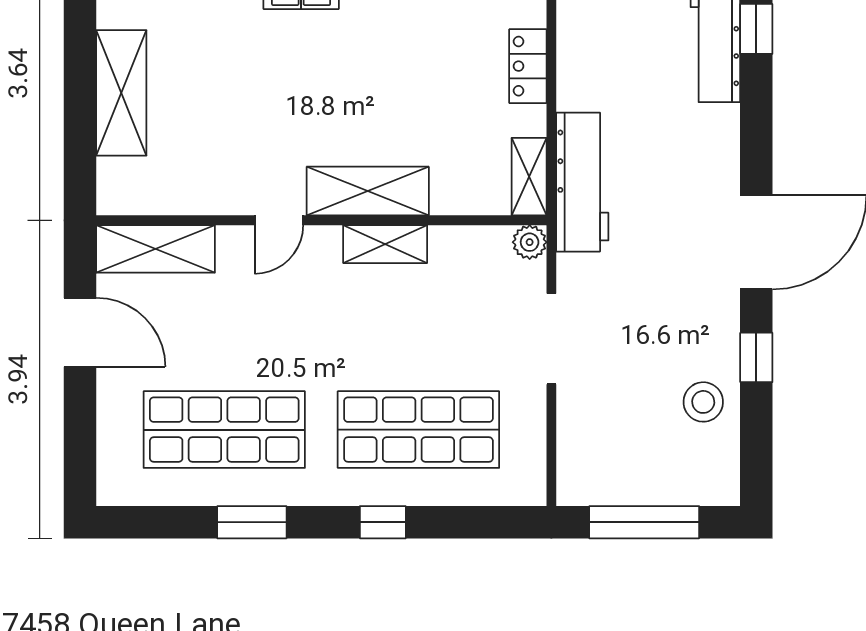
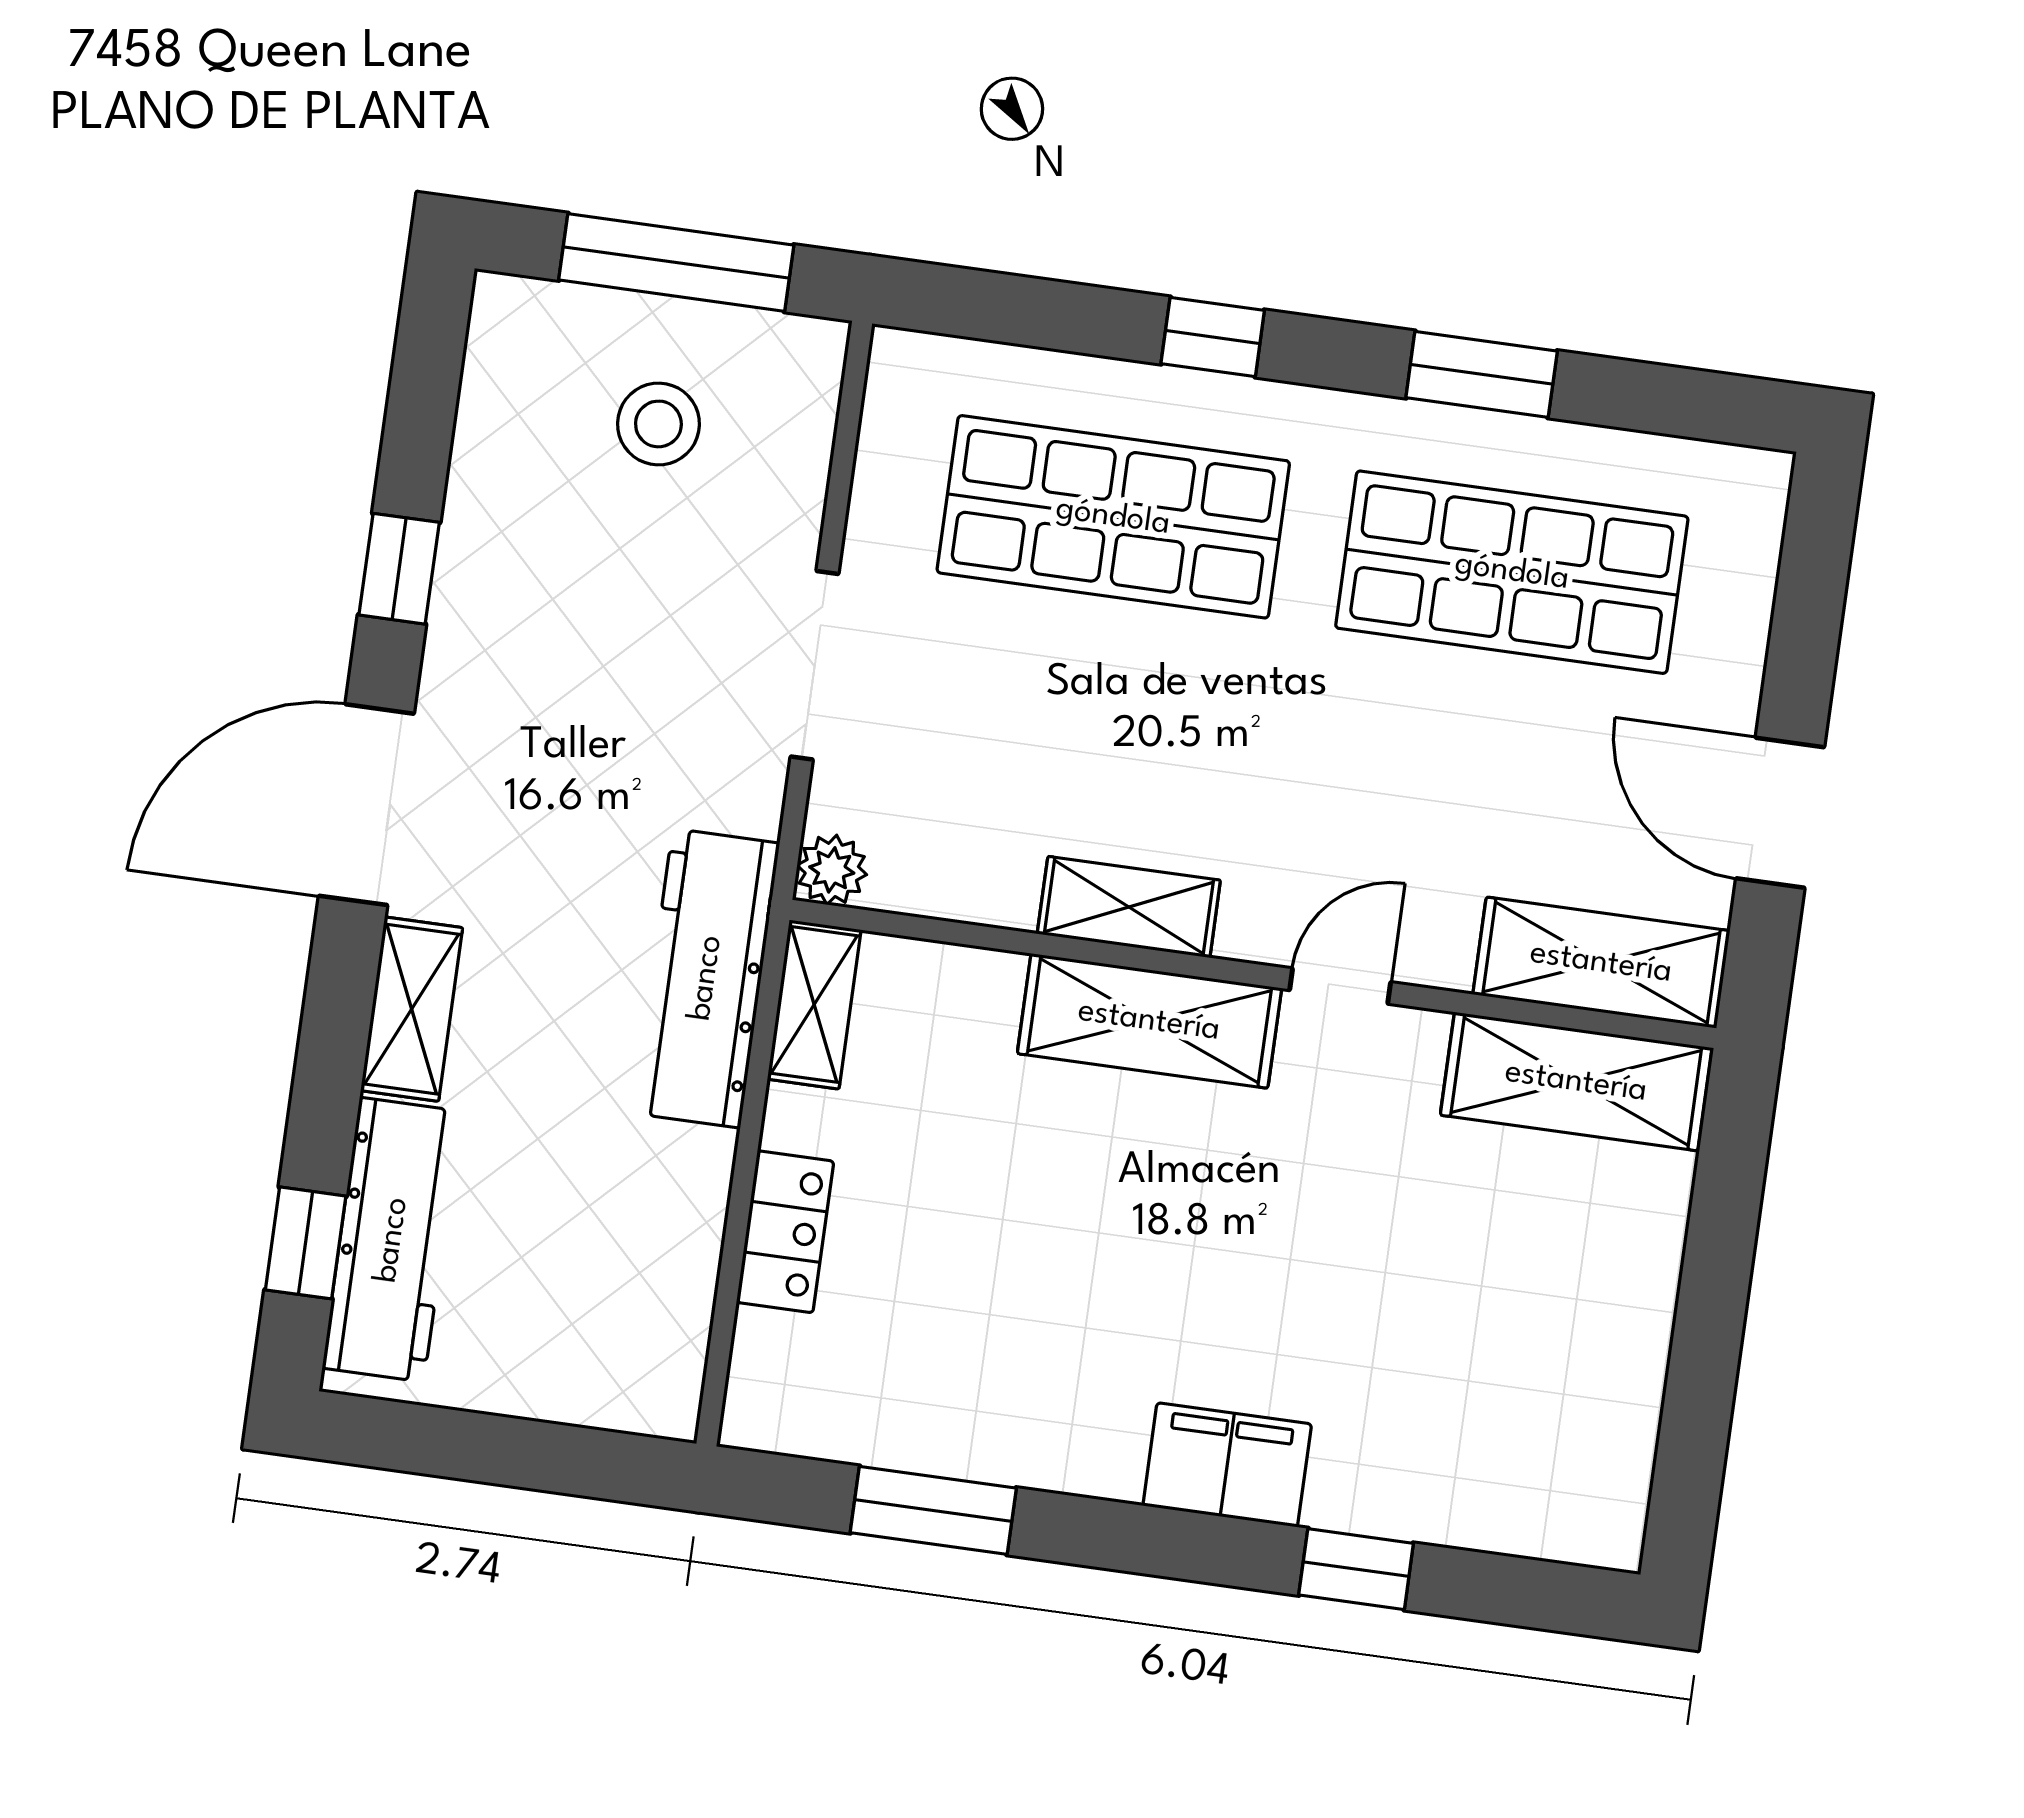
shelving: (121, 93) -> (1576, 1082), moved, turned 90
shelving: (721, 148) -> (412, 1009), added
stool: (703, 402) -> (658, 424), moved

